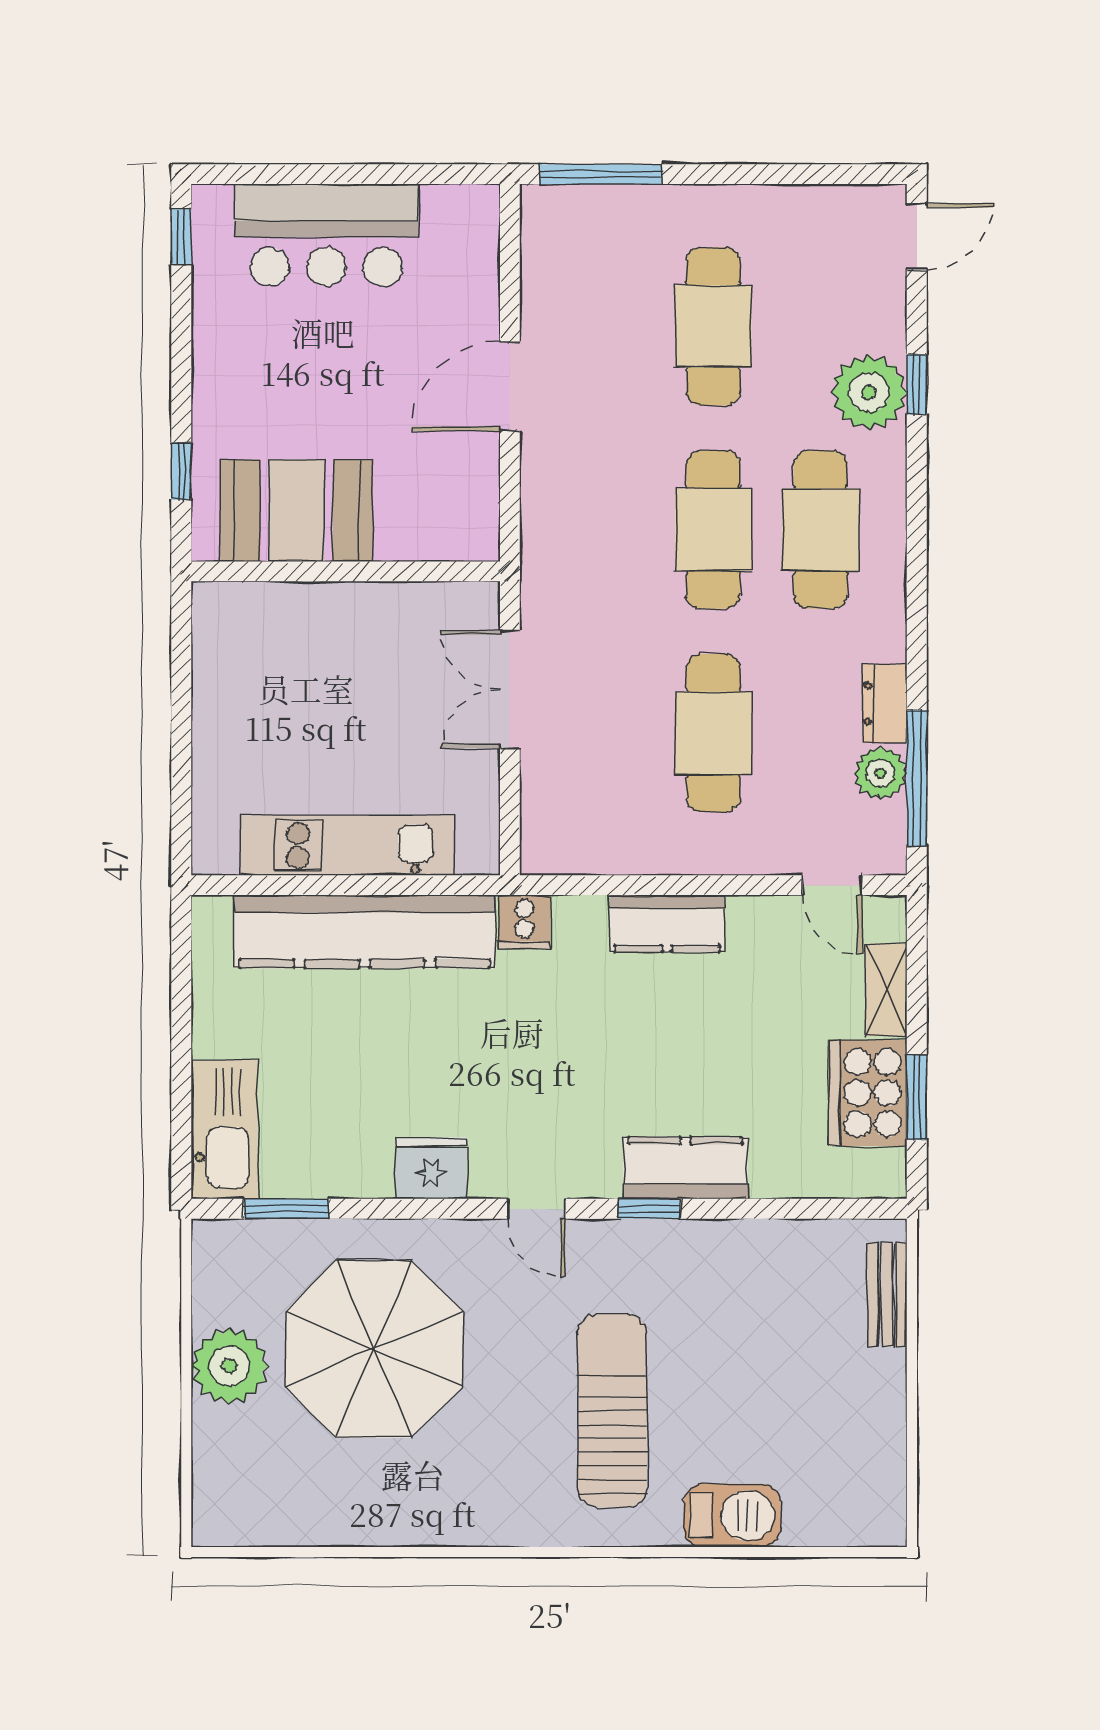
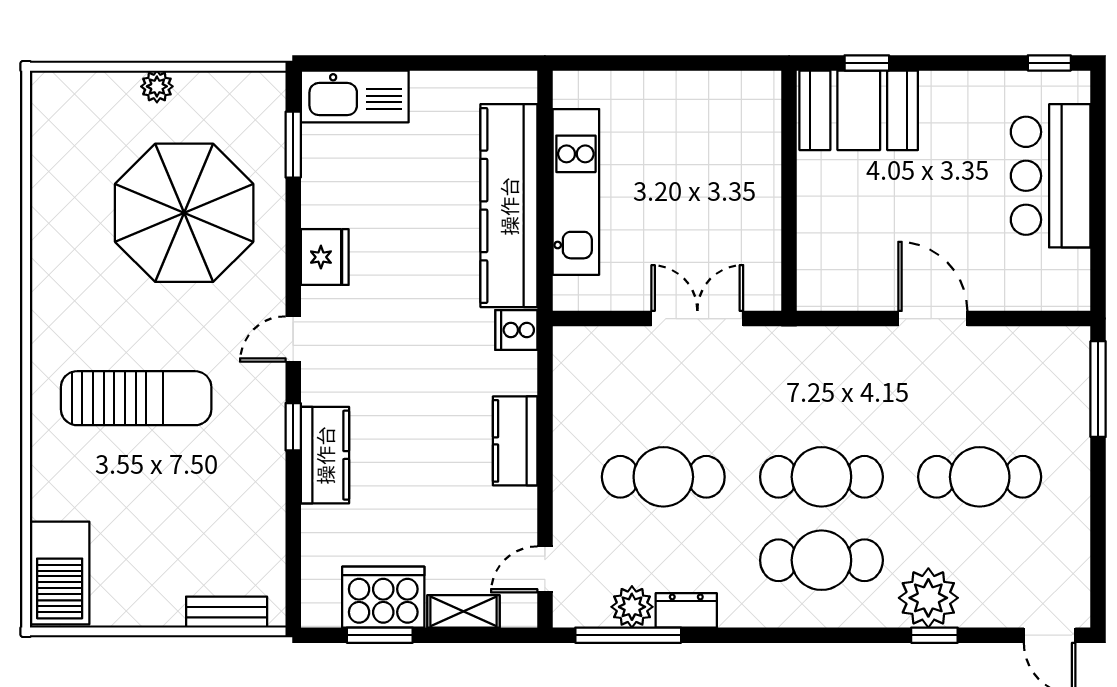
booth: (297, 510) -> (859, 110), moved, turned 90
plant: (229, 1366) -> (157, 86), width x0.53, depth x0.53
barbecue: (732, 1516) -> (60, 573), moved, width x1.37, depth x1.21

